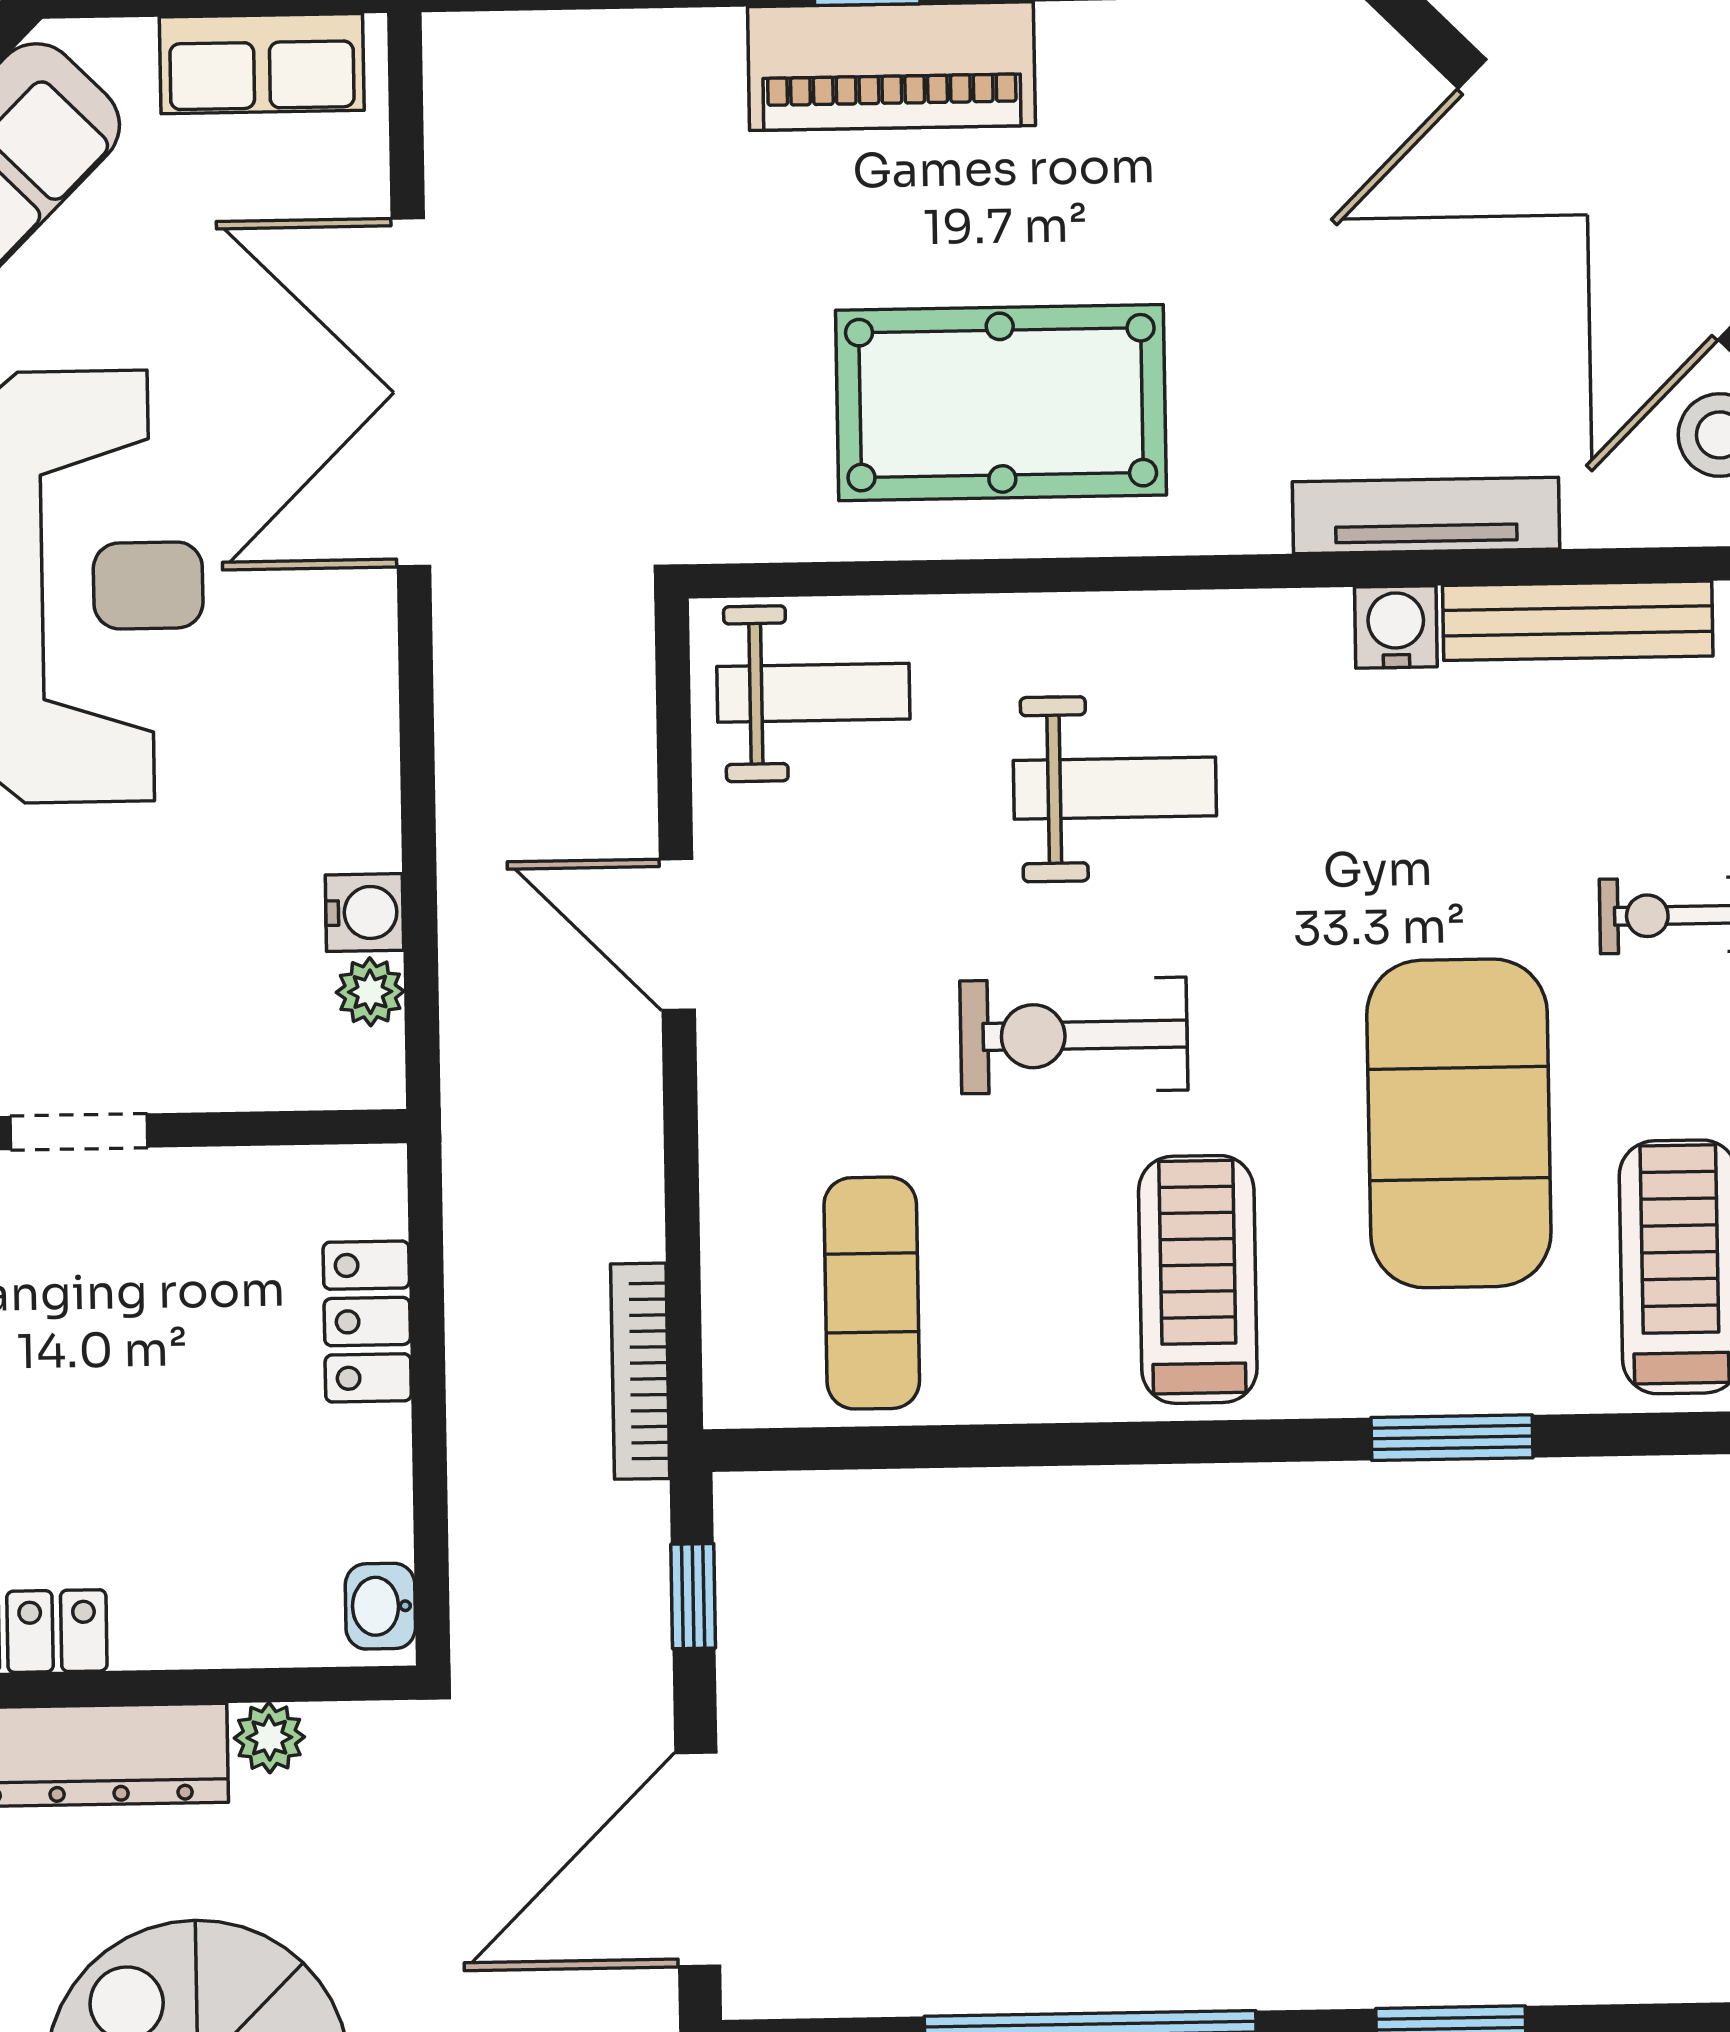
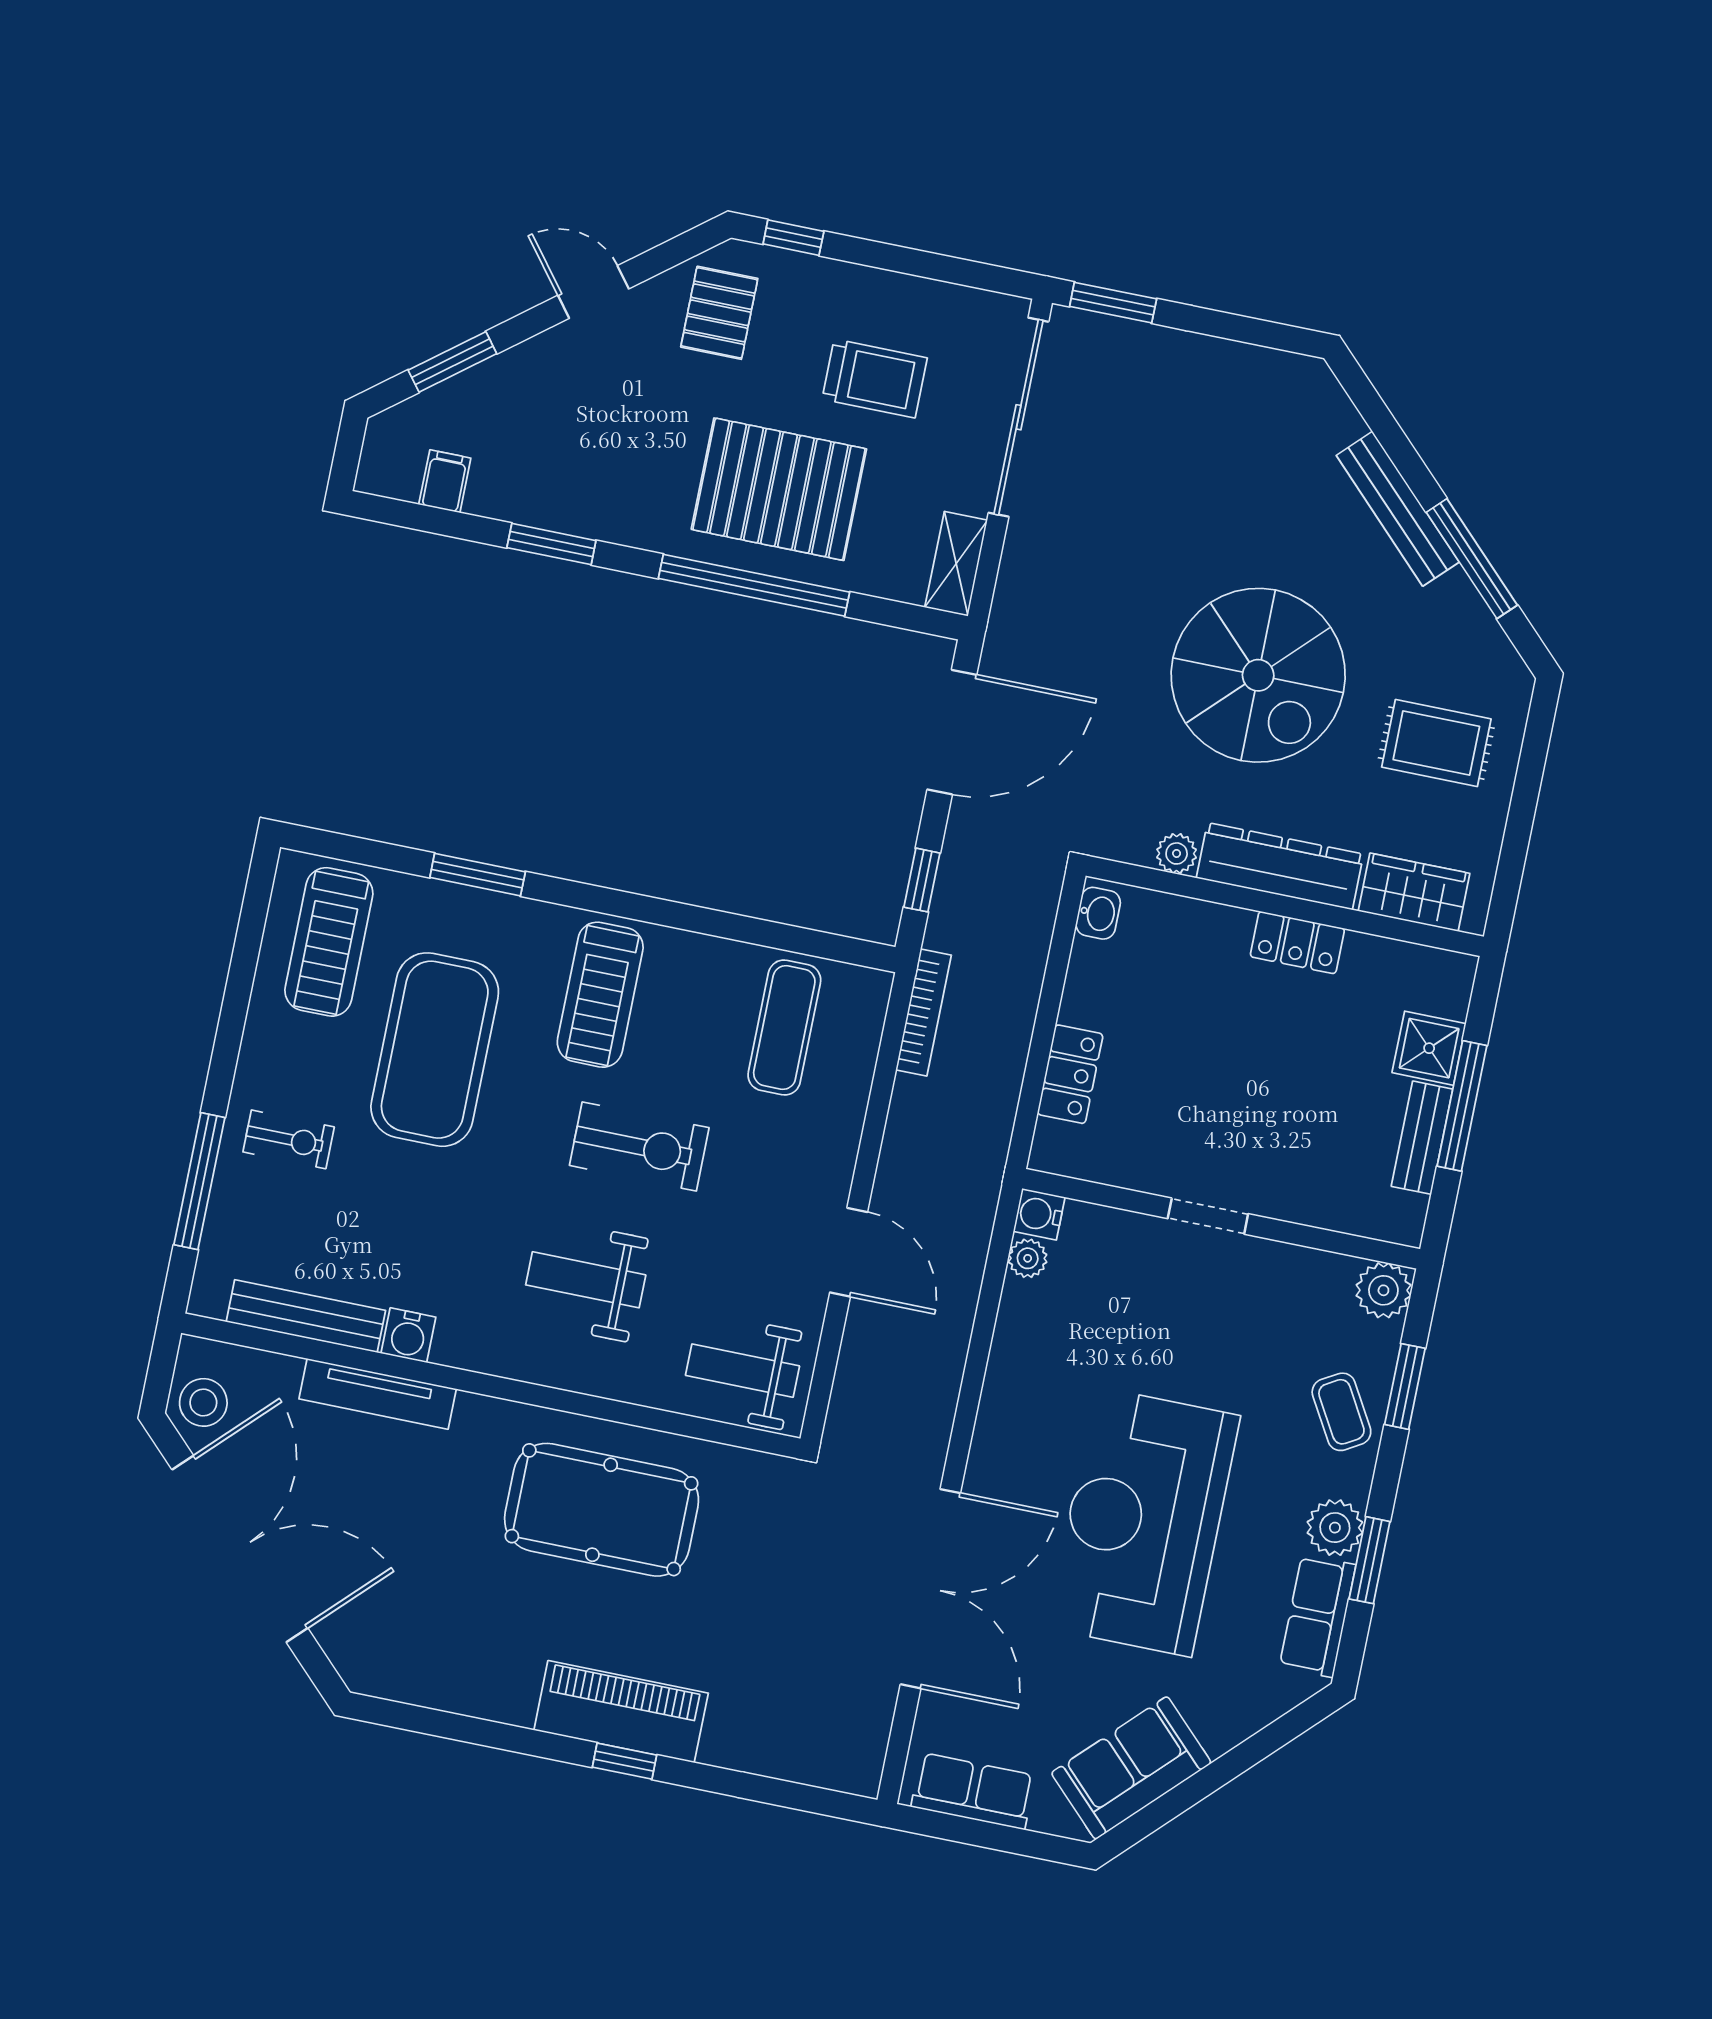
water cooler: (364, 913) -> (1039, 1214), moved

